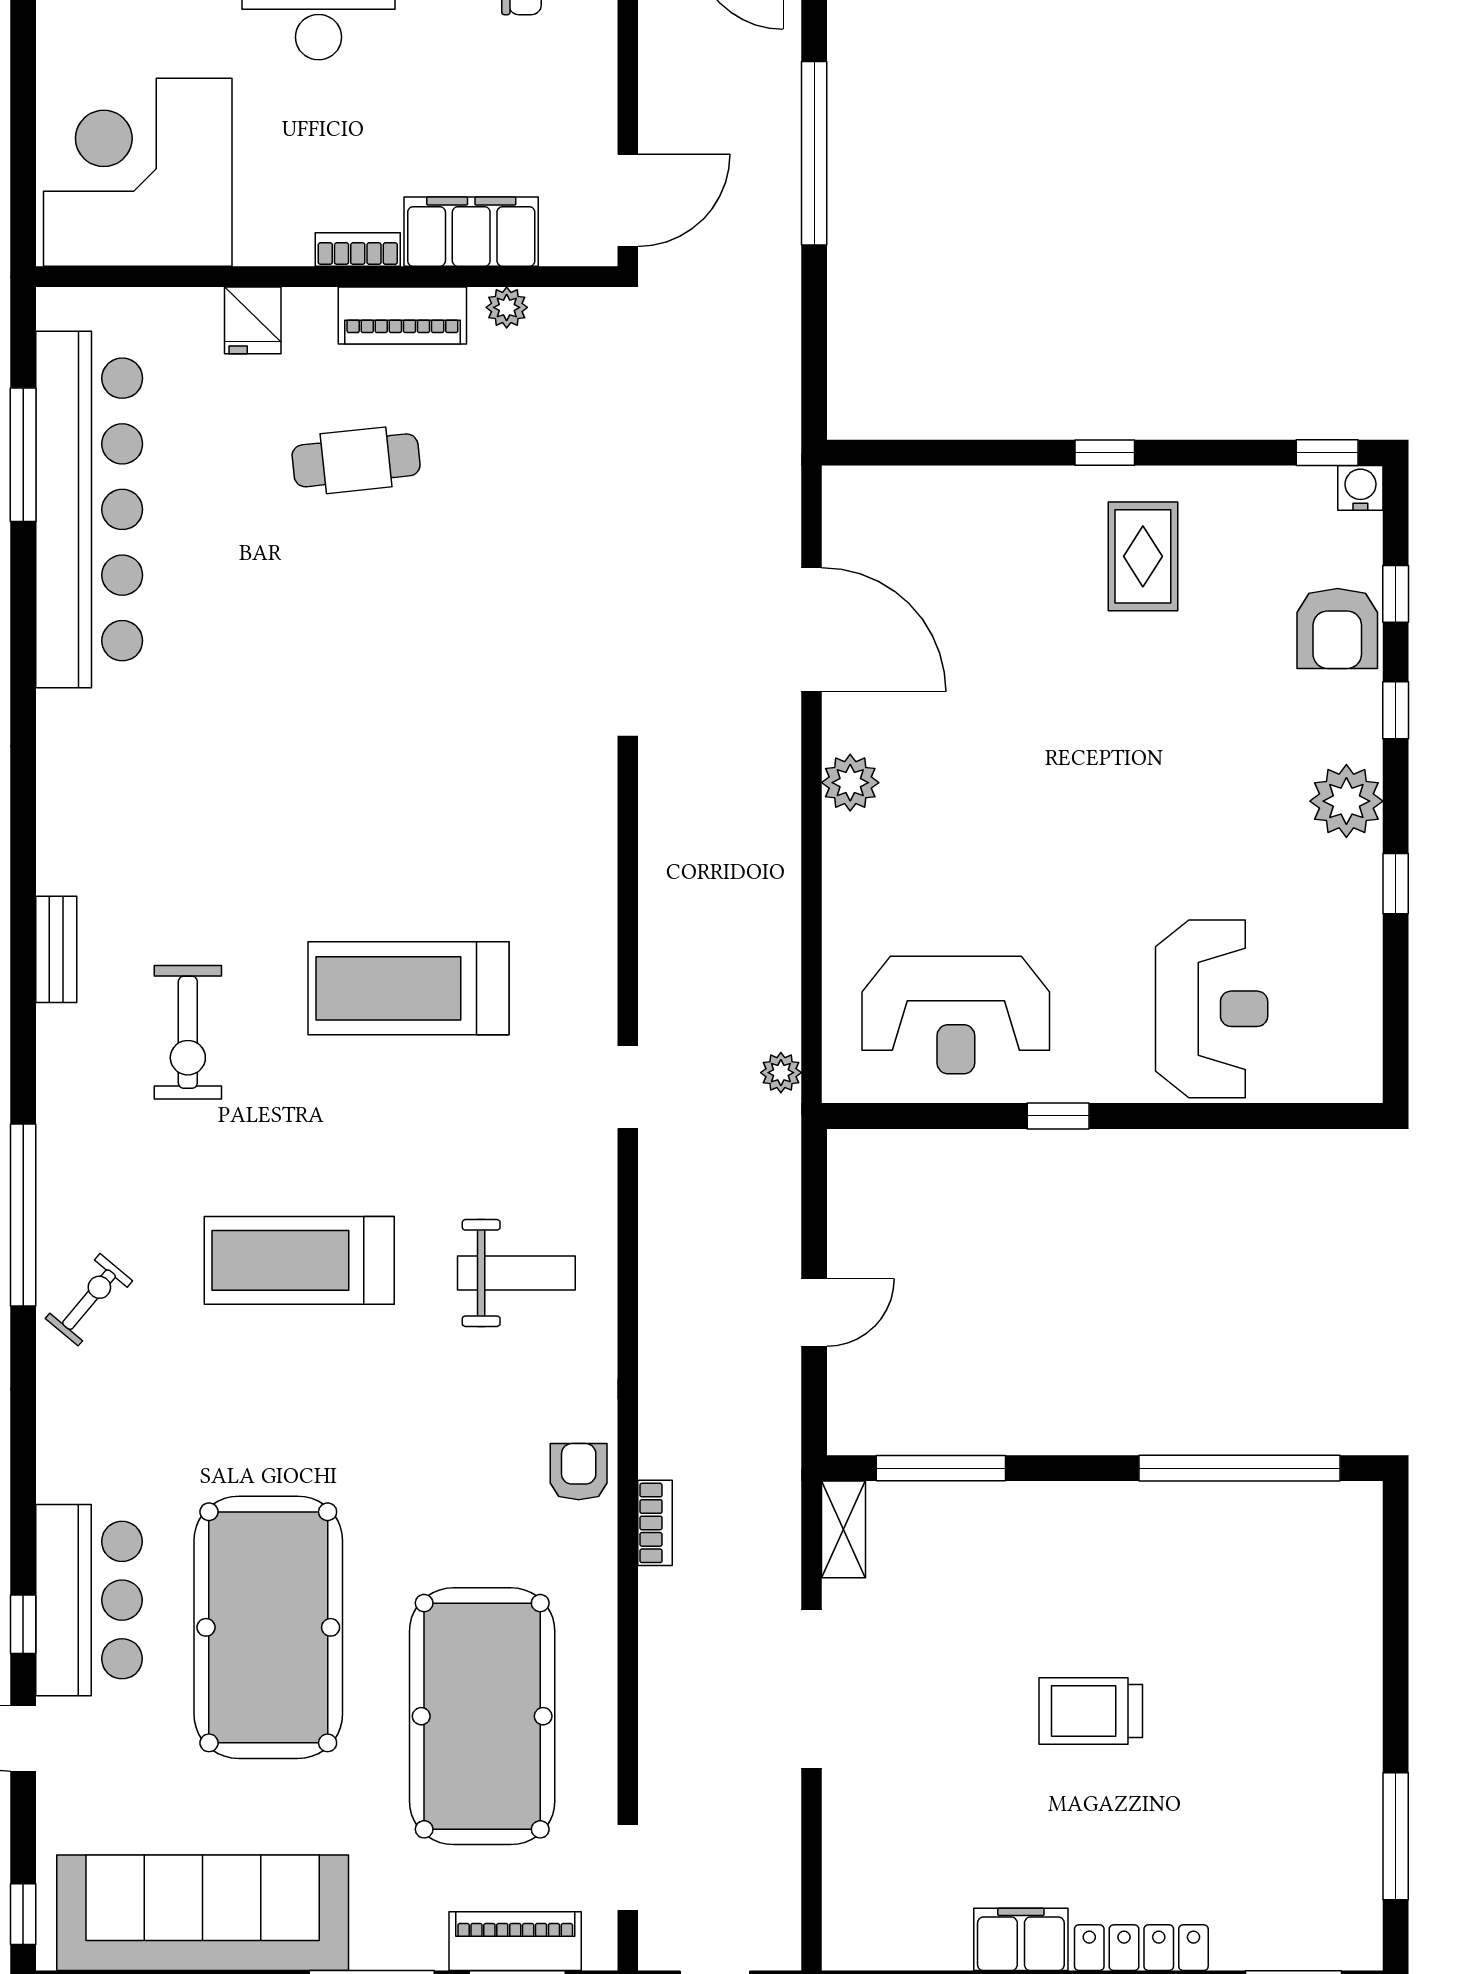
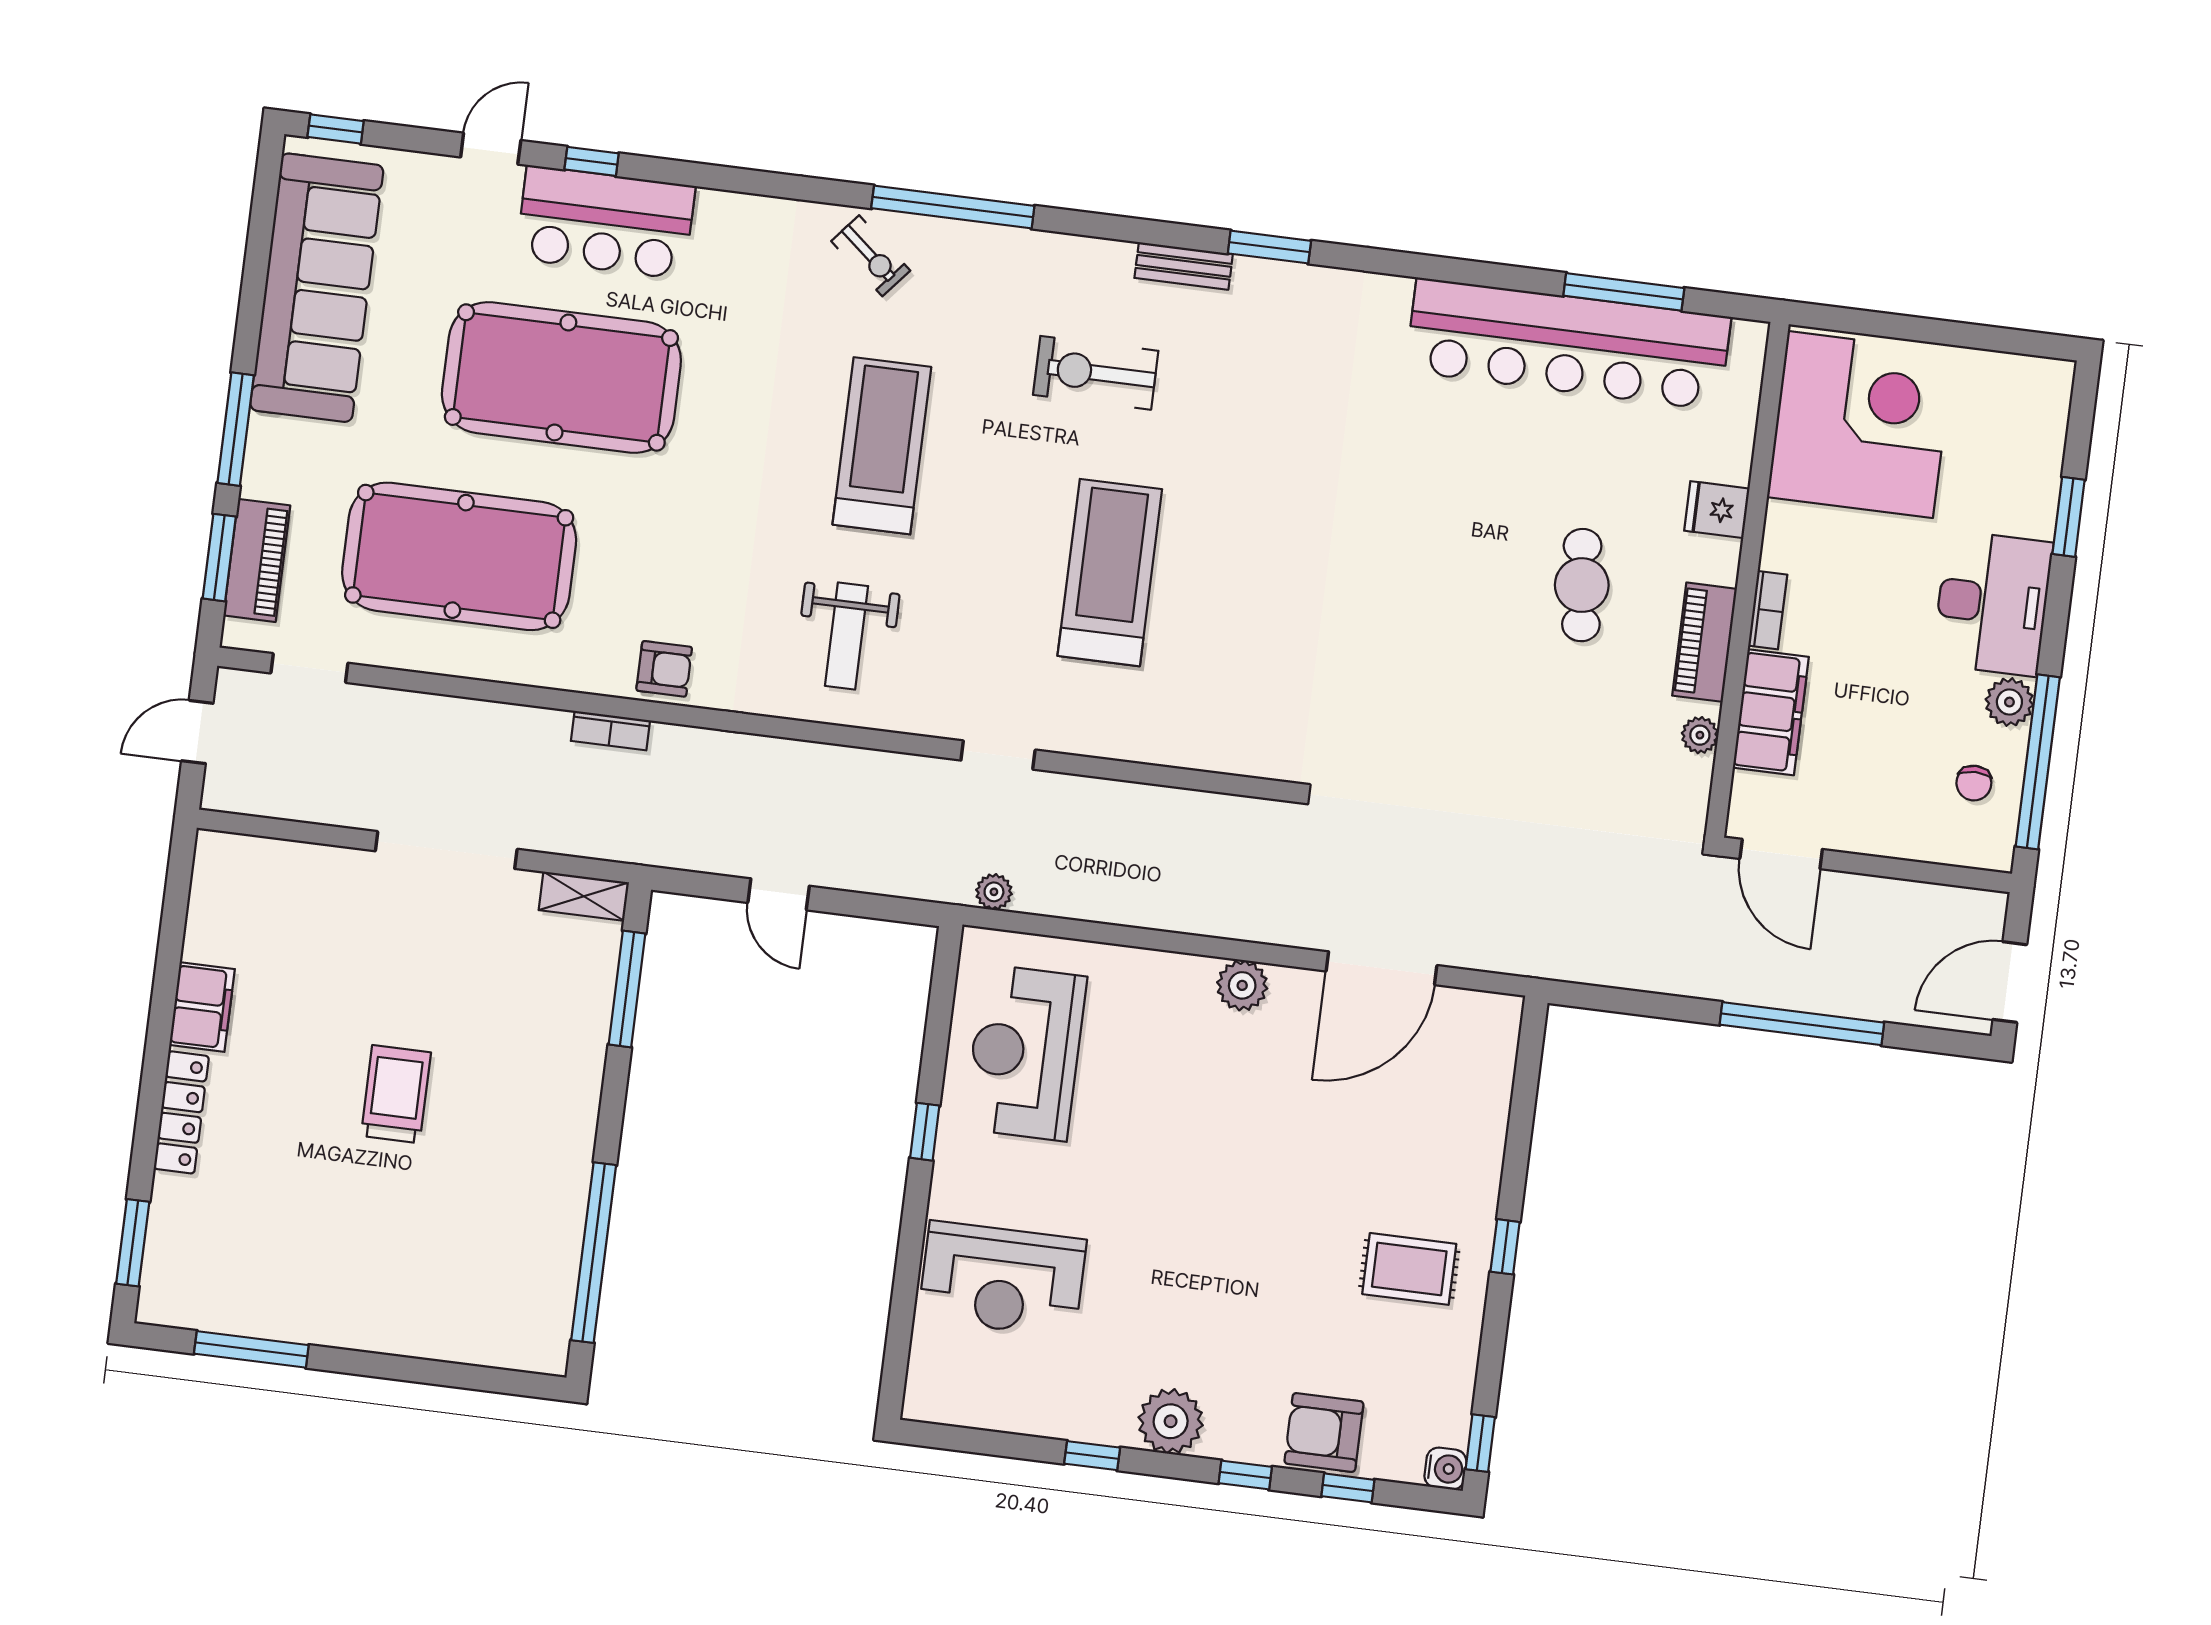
window: (23, 856) -> (1269, 247), added

